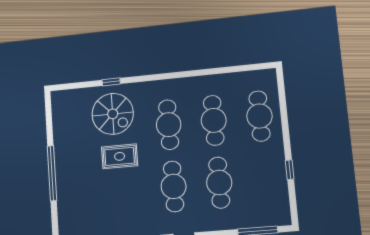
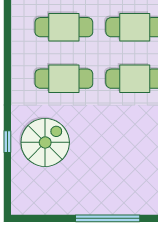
rug: (120, 156) -> (95, 138), removed

